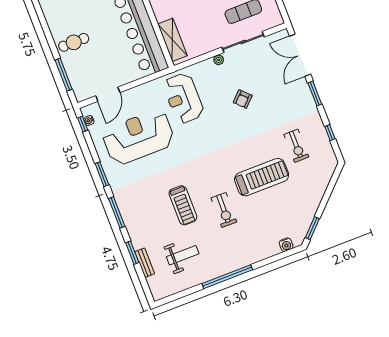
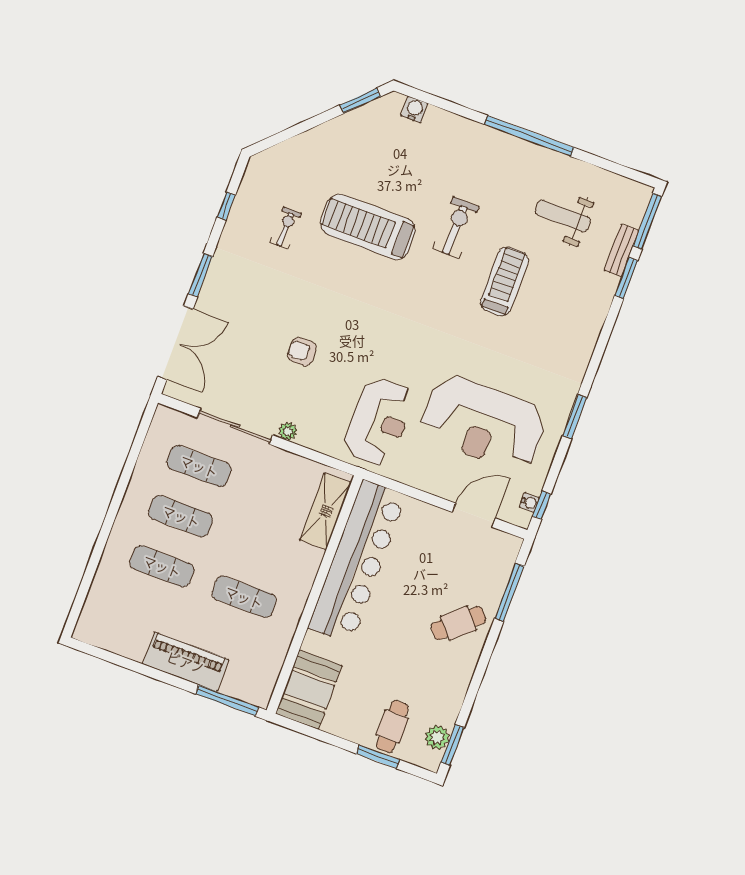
cafe table: (74, 42) -> (458, 623), turned -41
armchair: (243, 99) -> (302, 352), turned -135
exercise bike: (296, 146) -> (286, 228), width x0.73, depth x0.72
window: (117, 212) -> (647, 221), moved

